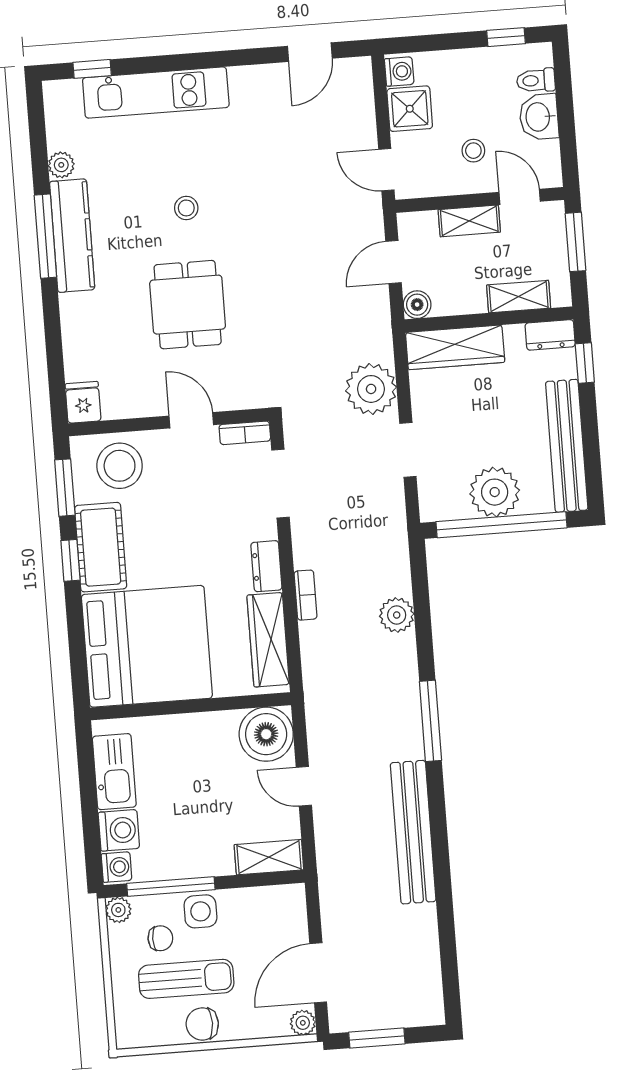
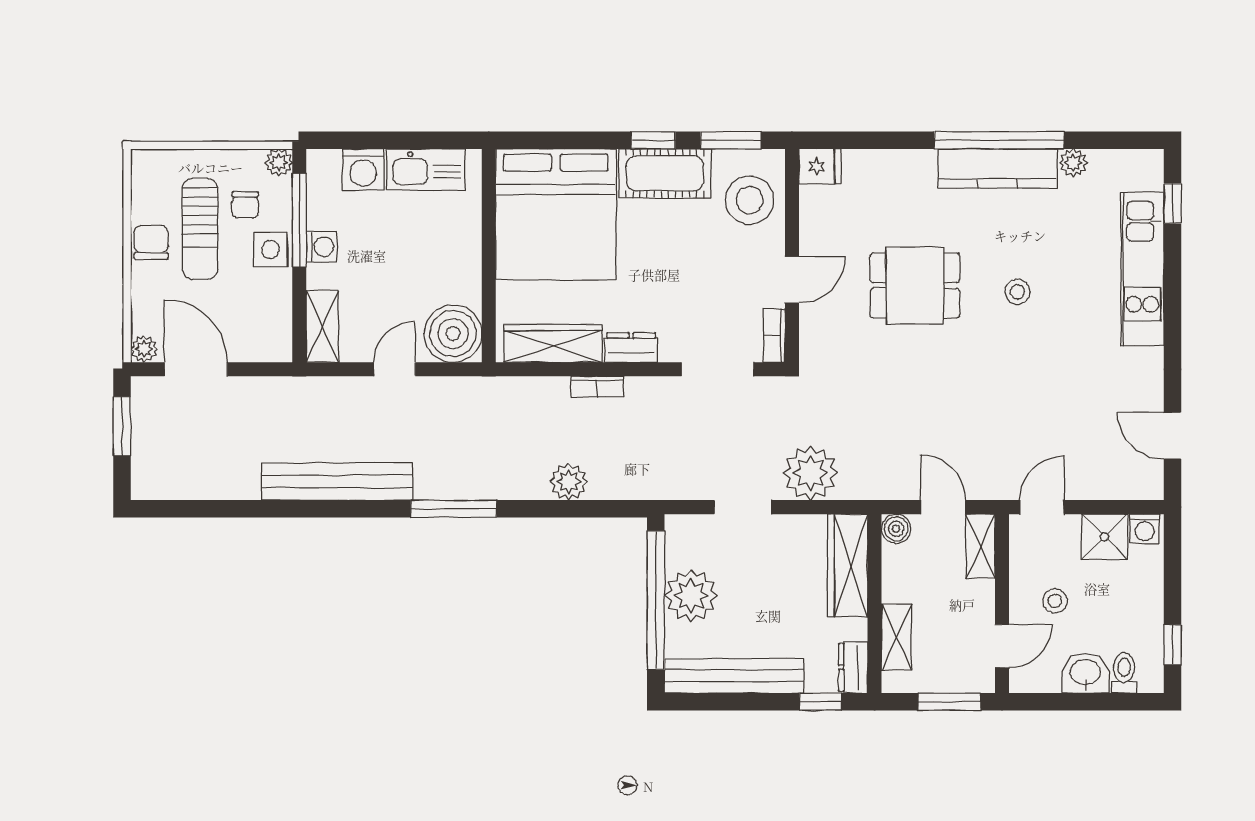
shelving: (469, 221) -> (981, 546), moved
window: (45, 236) -> (999, 140), width x1.46
washing machine: (117, 867) -> (321, 247), moved, turned -90

